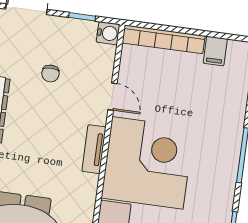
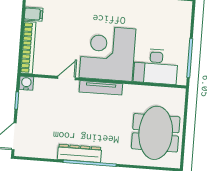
chair: (50, 74) -> (54, 119), removed
tv unit: (94, 149) -> (101, 88), width x1.41

